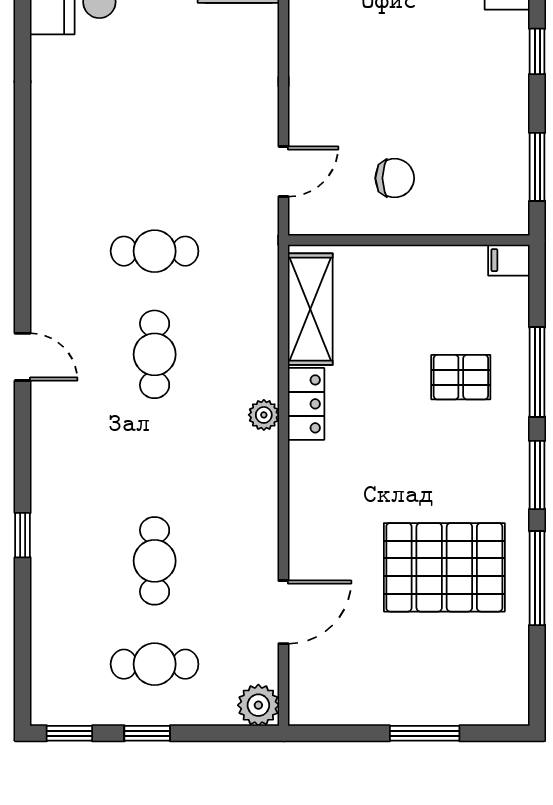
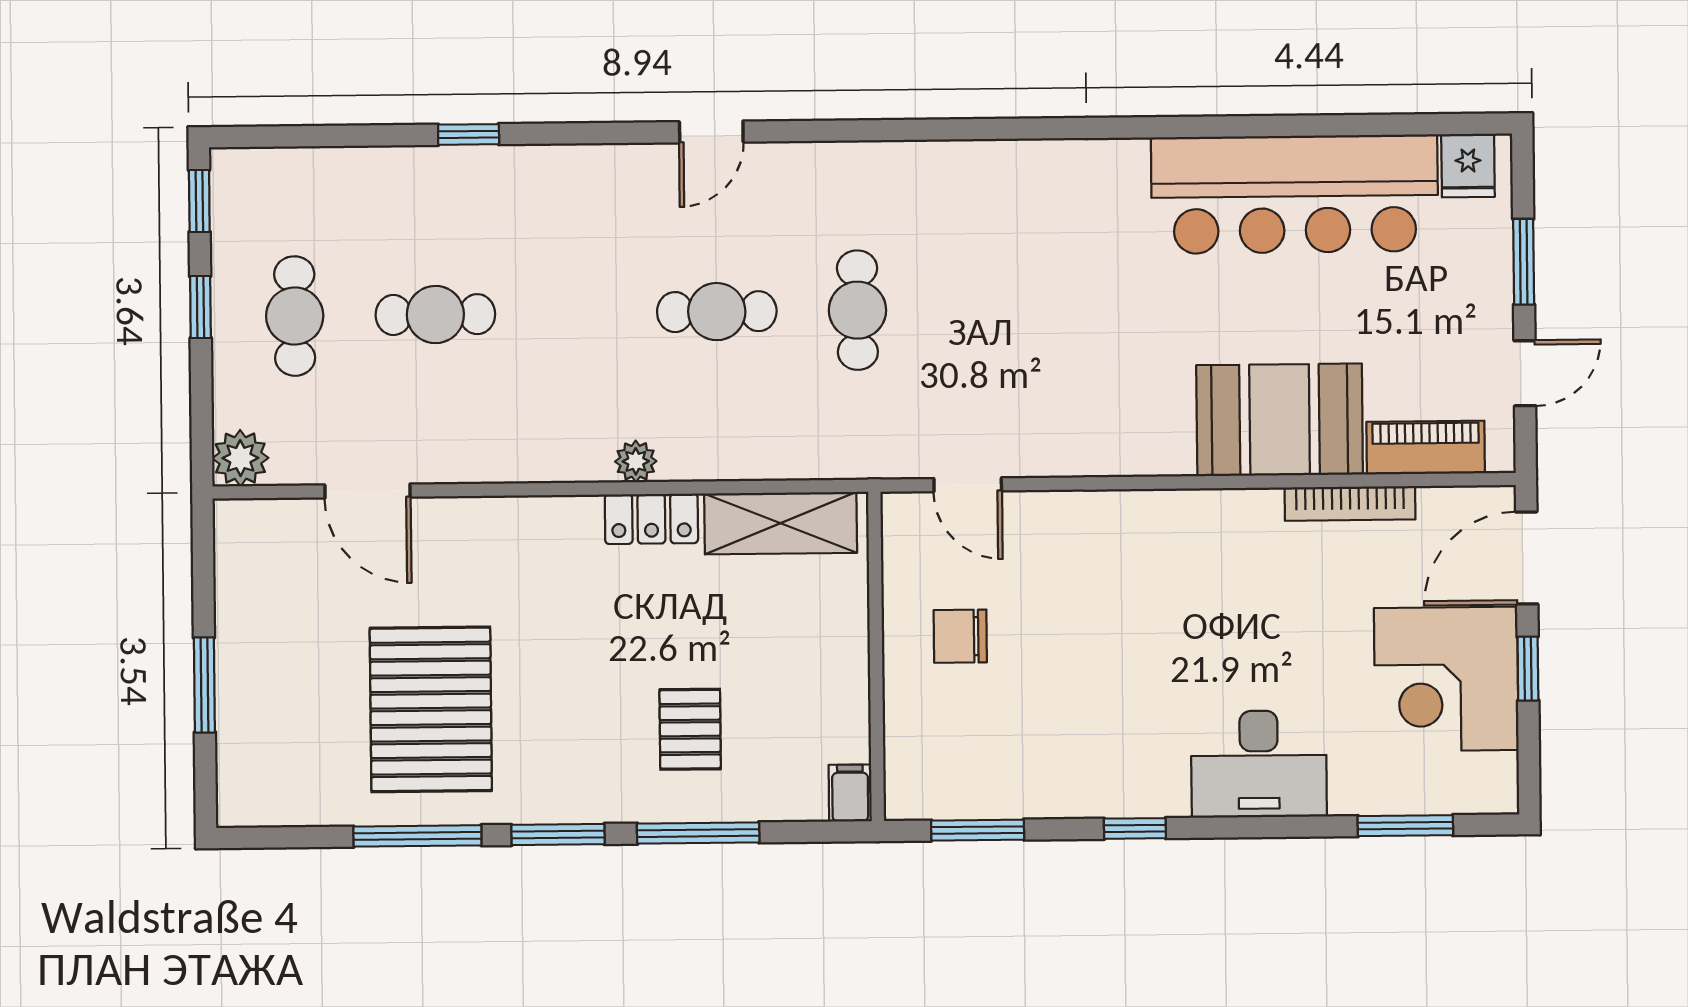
chair: (395, 178) -> (960, 636), turned 90

